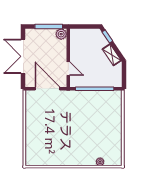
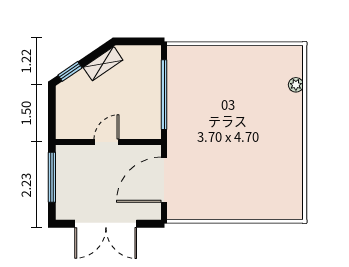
plant: (61, 34) -> (66, 155), removed
door: (68, 69) -> (106, 142), moved

